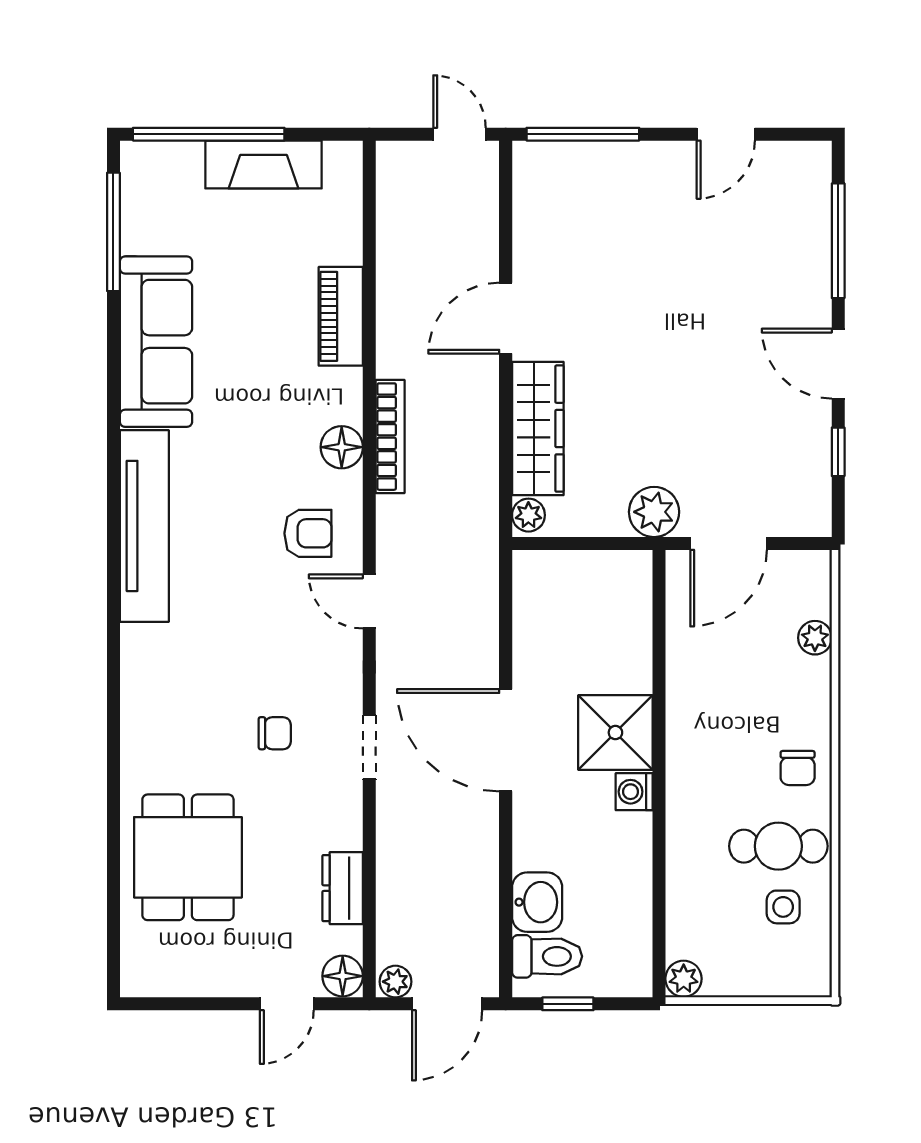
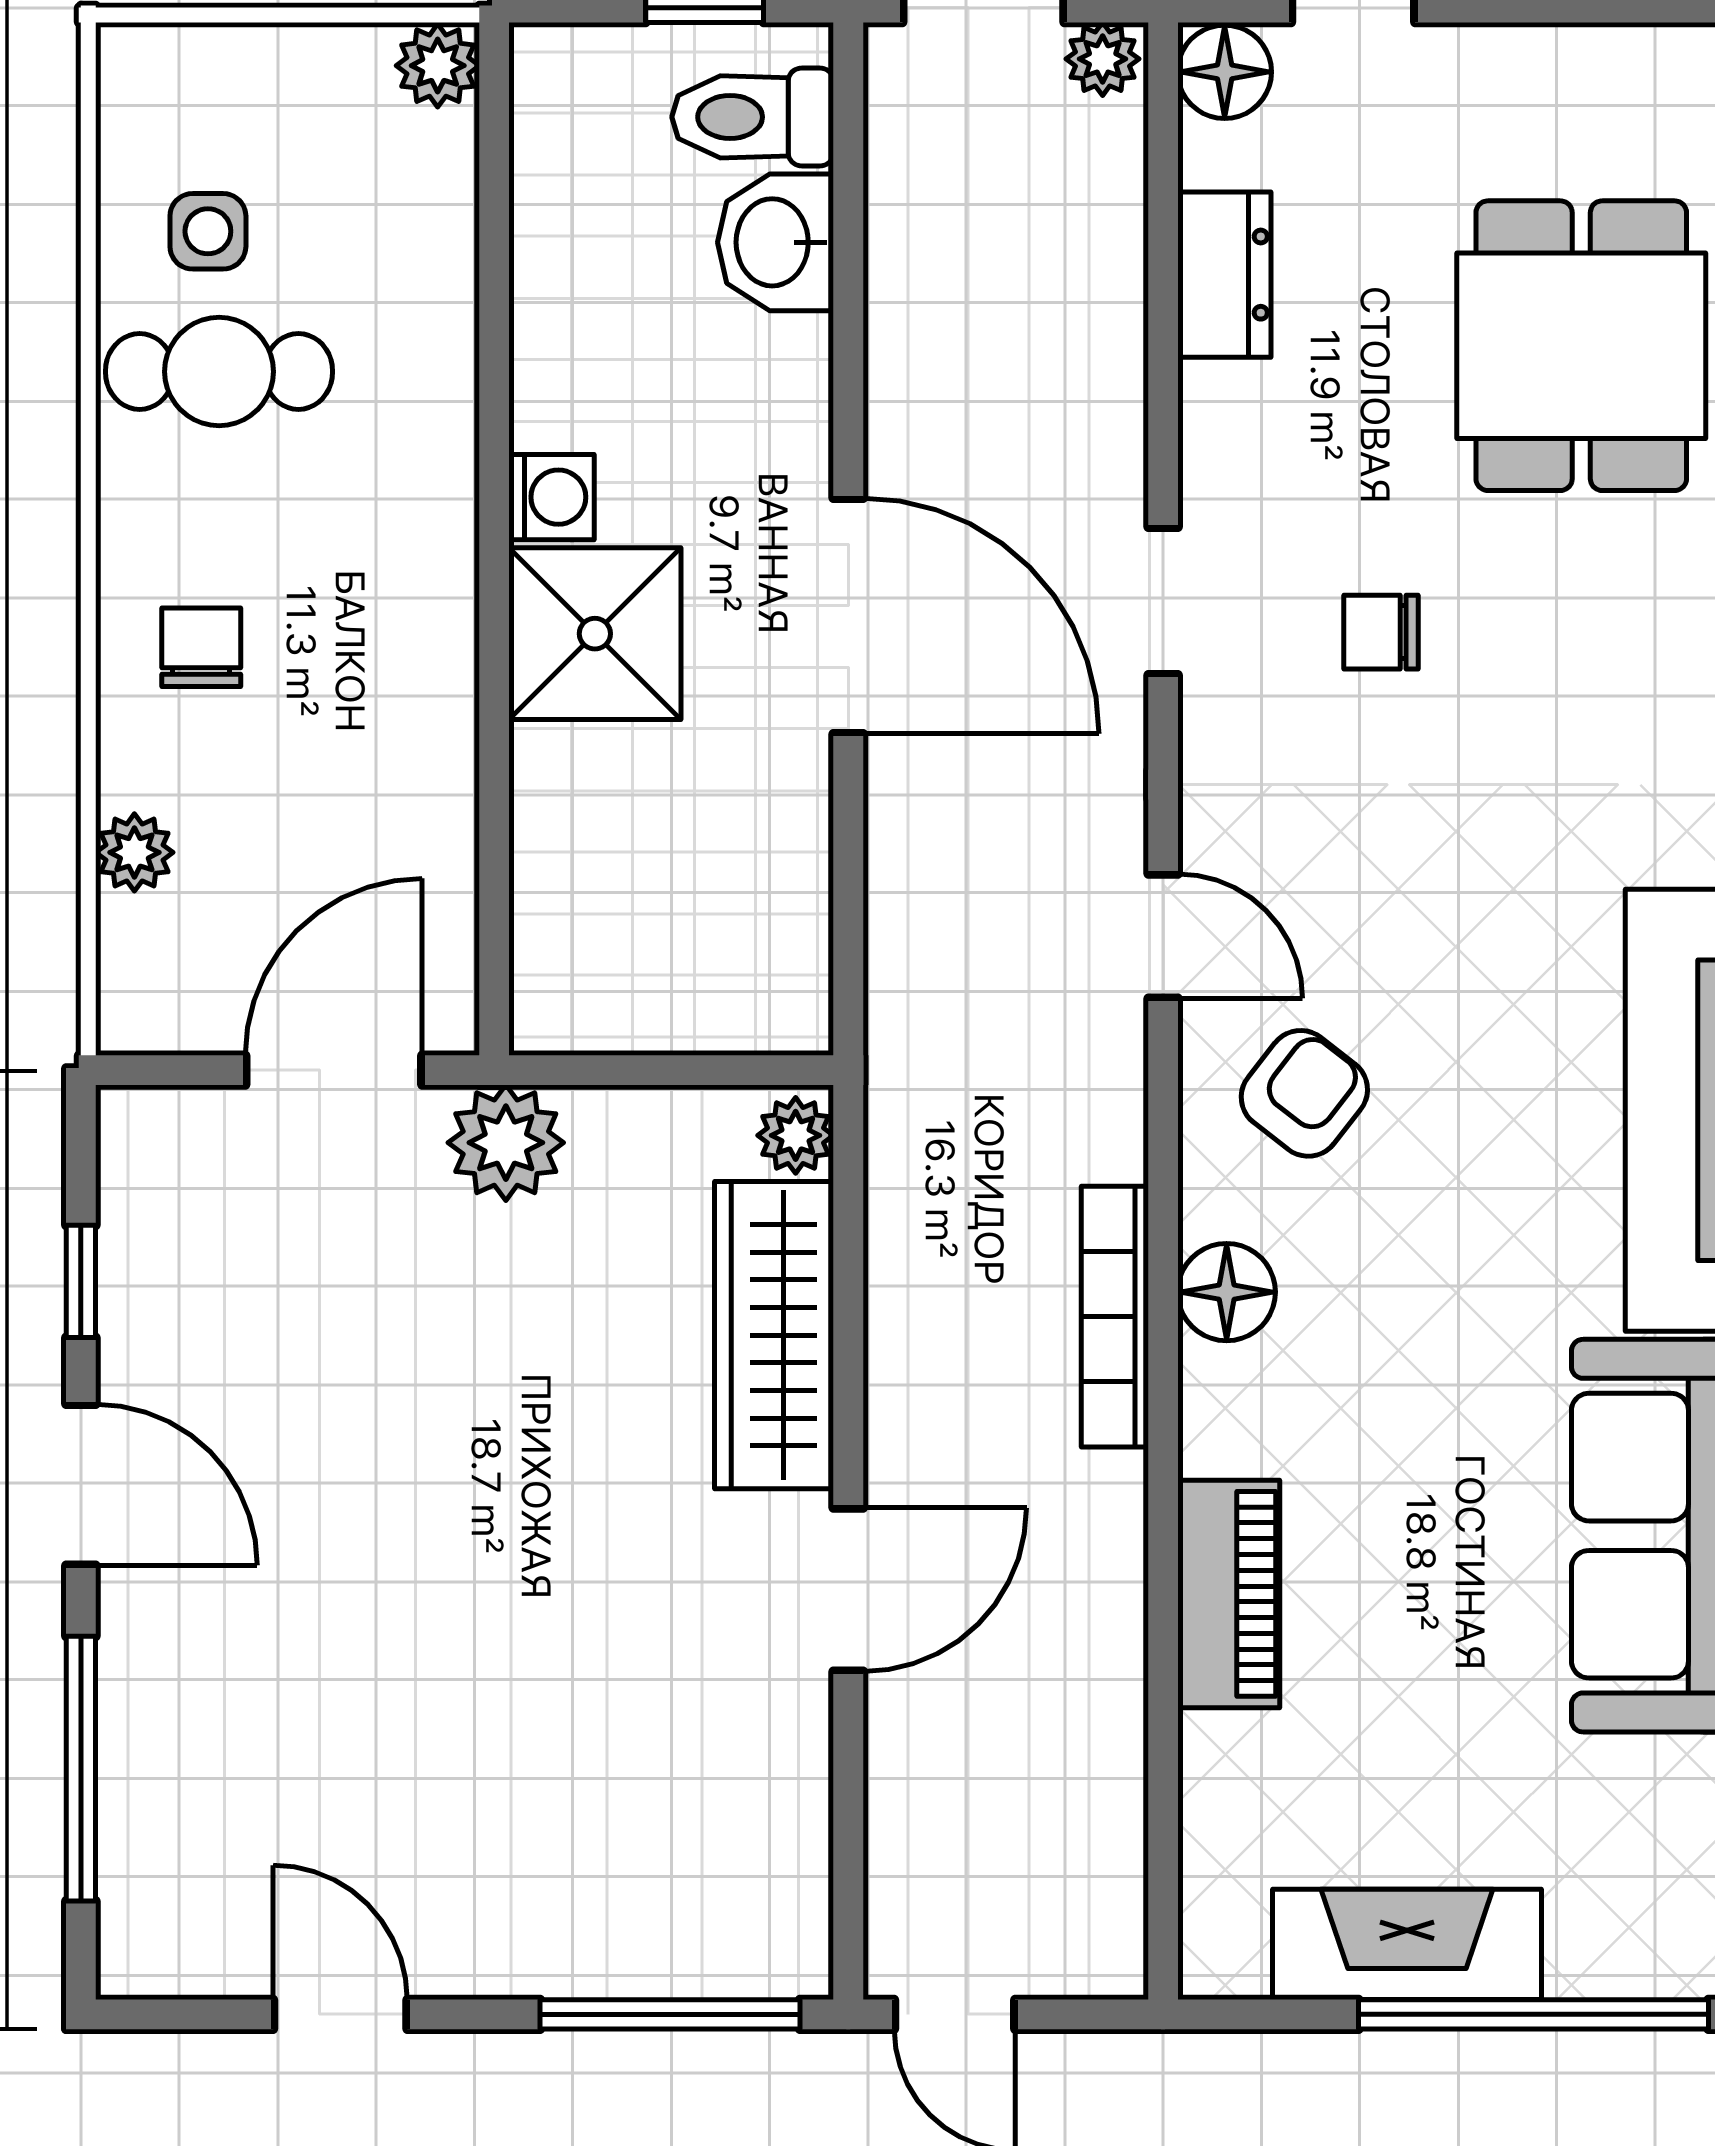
door: (726, 134) -> (340, 2014), hinge flipped
armchair: (308, 533) -> (1304, 1093), turned 128
chair: (798, 768) -> (201, 647), moved

